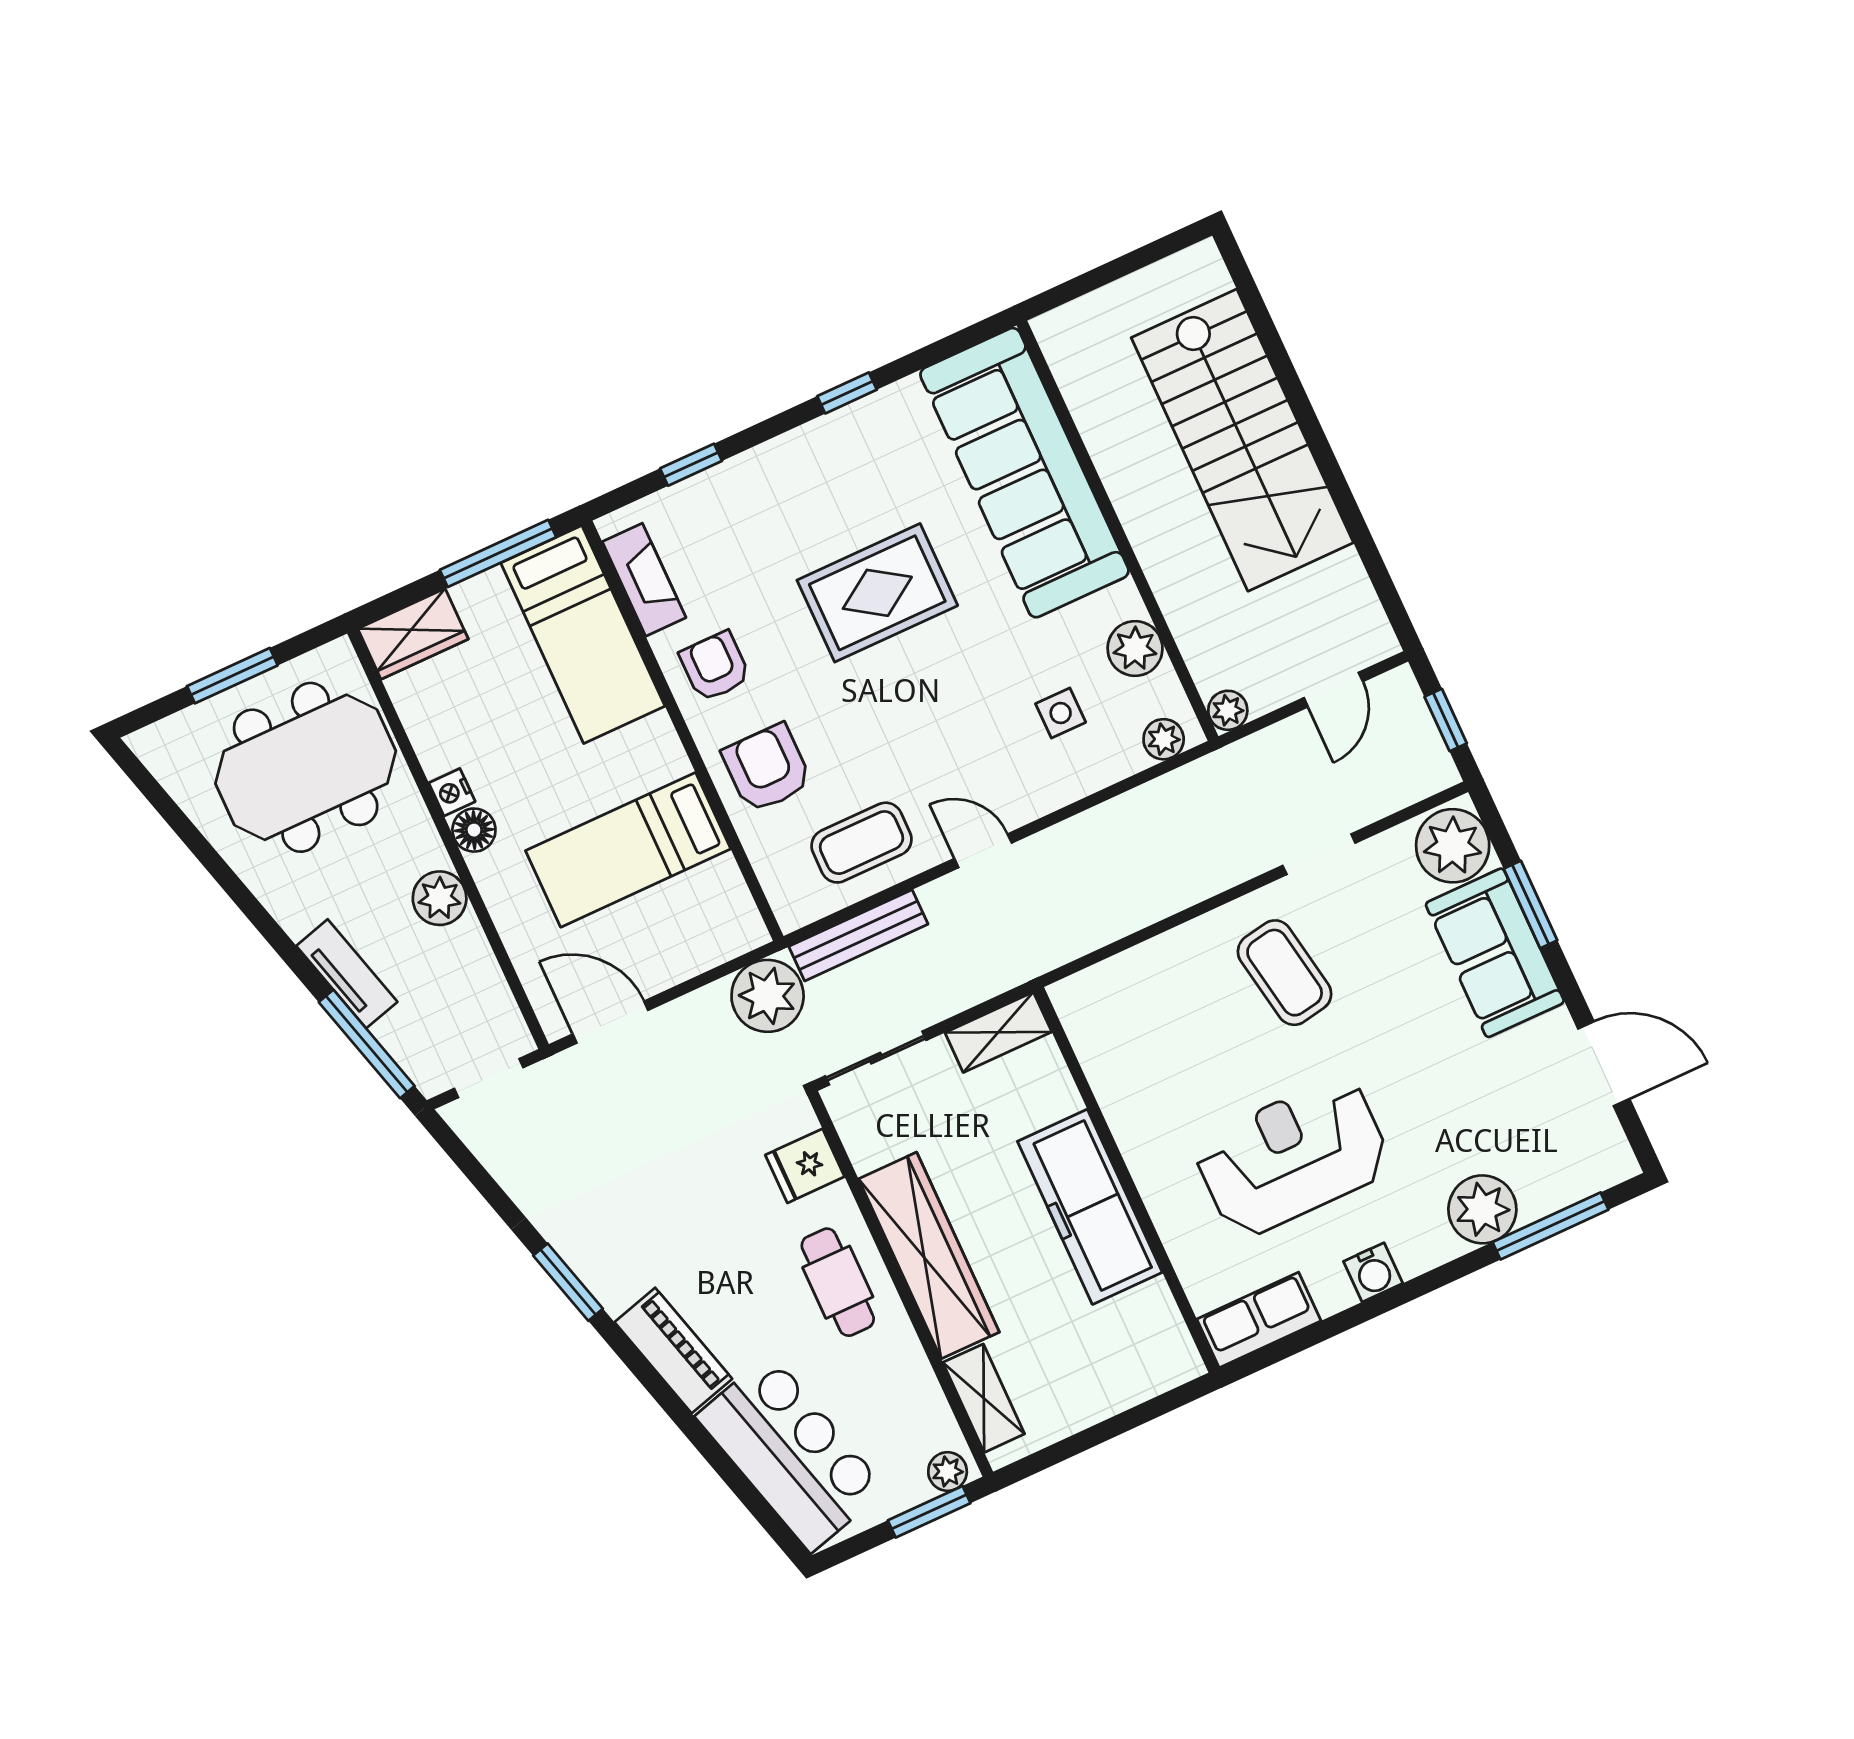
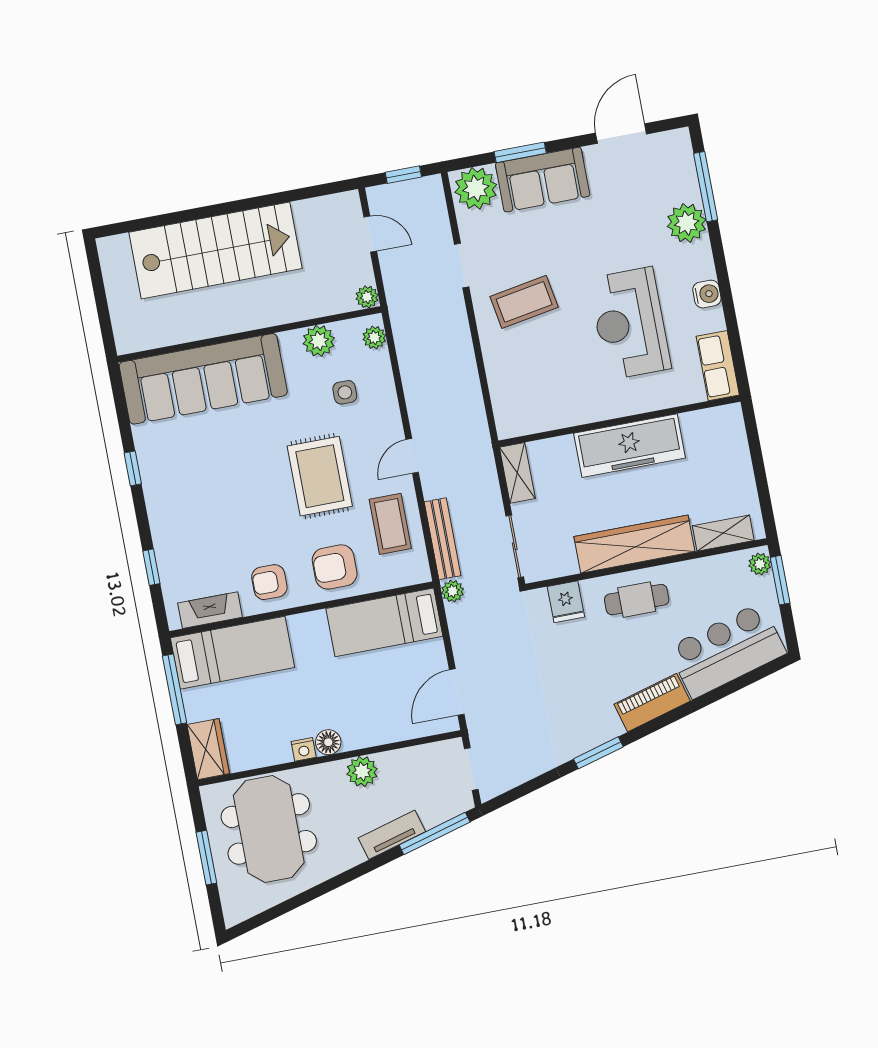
rug: (877, 593) -> (320, 476), moved
bed: (628, 850) -> (384, 622), moved, turned 90
plant: (768, 996) -> (453, 591), width x0.53, depth x0.53

